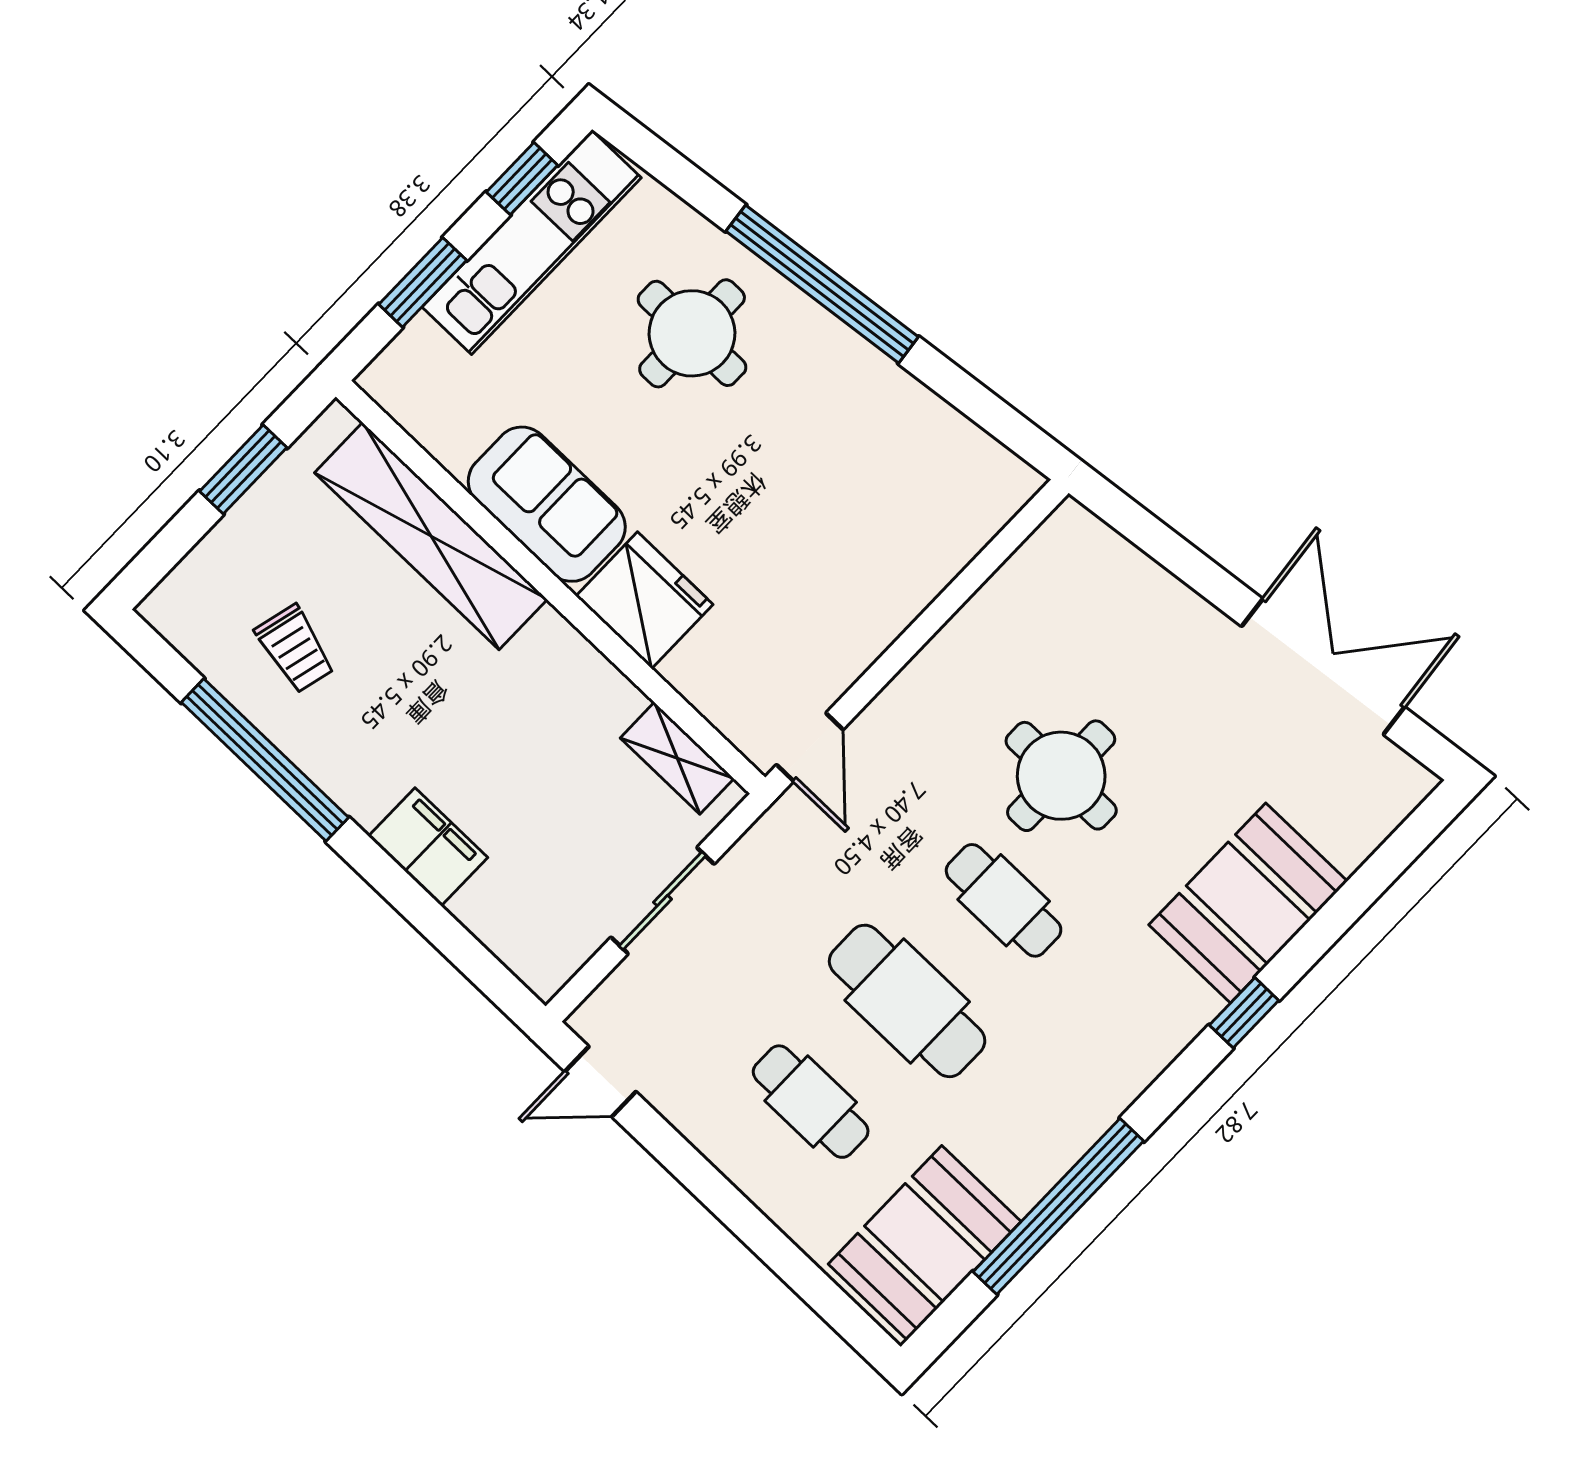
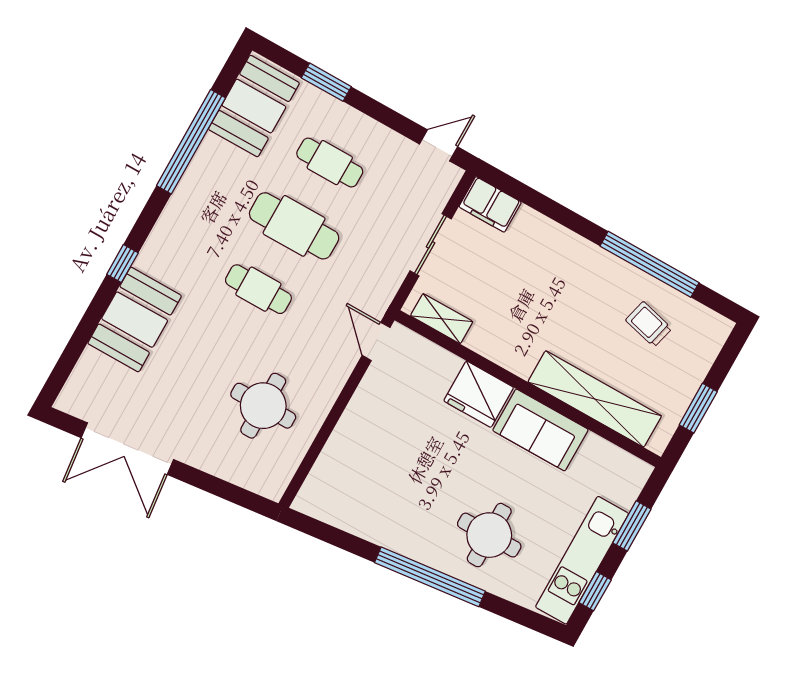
round table: (1061, 776) -> (263, 406), moved
filing cabinet: (428, 847) -> (490, 204), moved
window: (779, 1253) -> (326, 82), added

